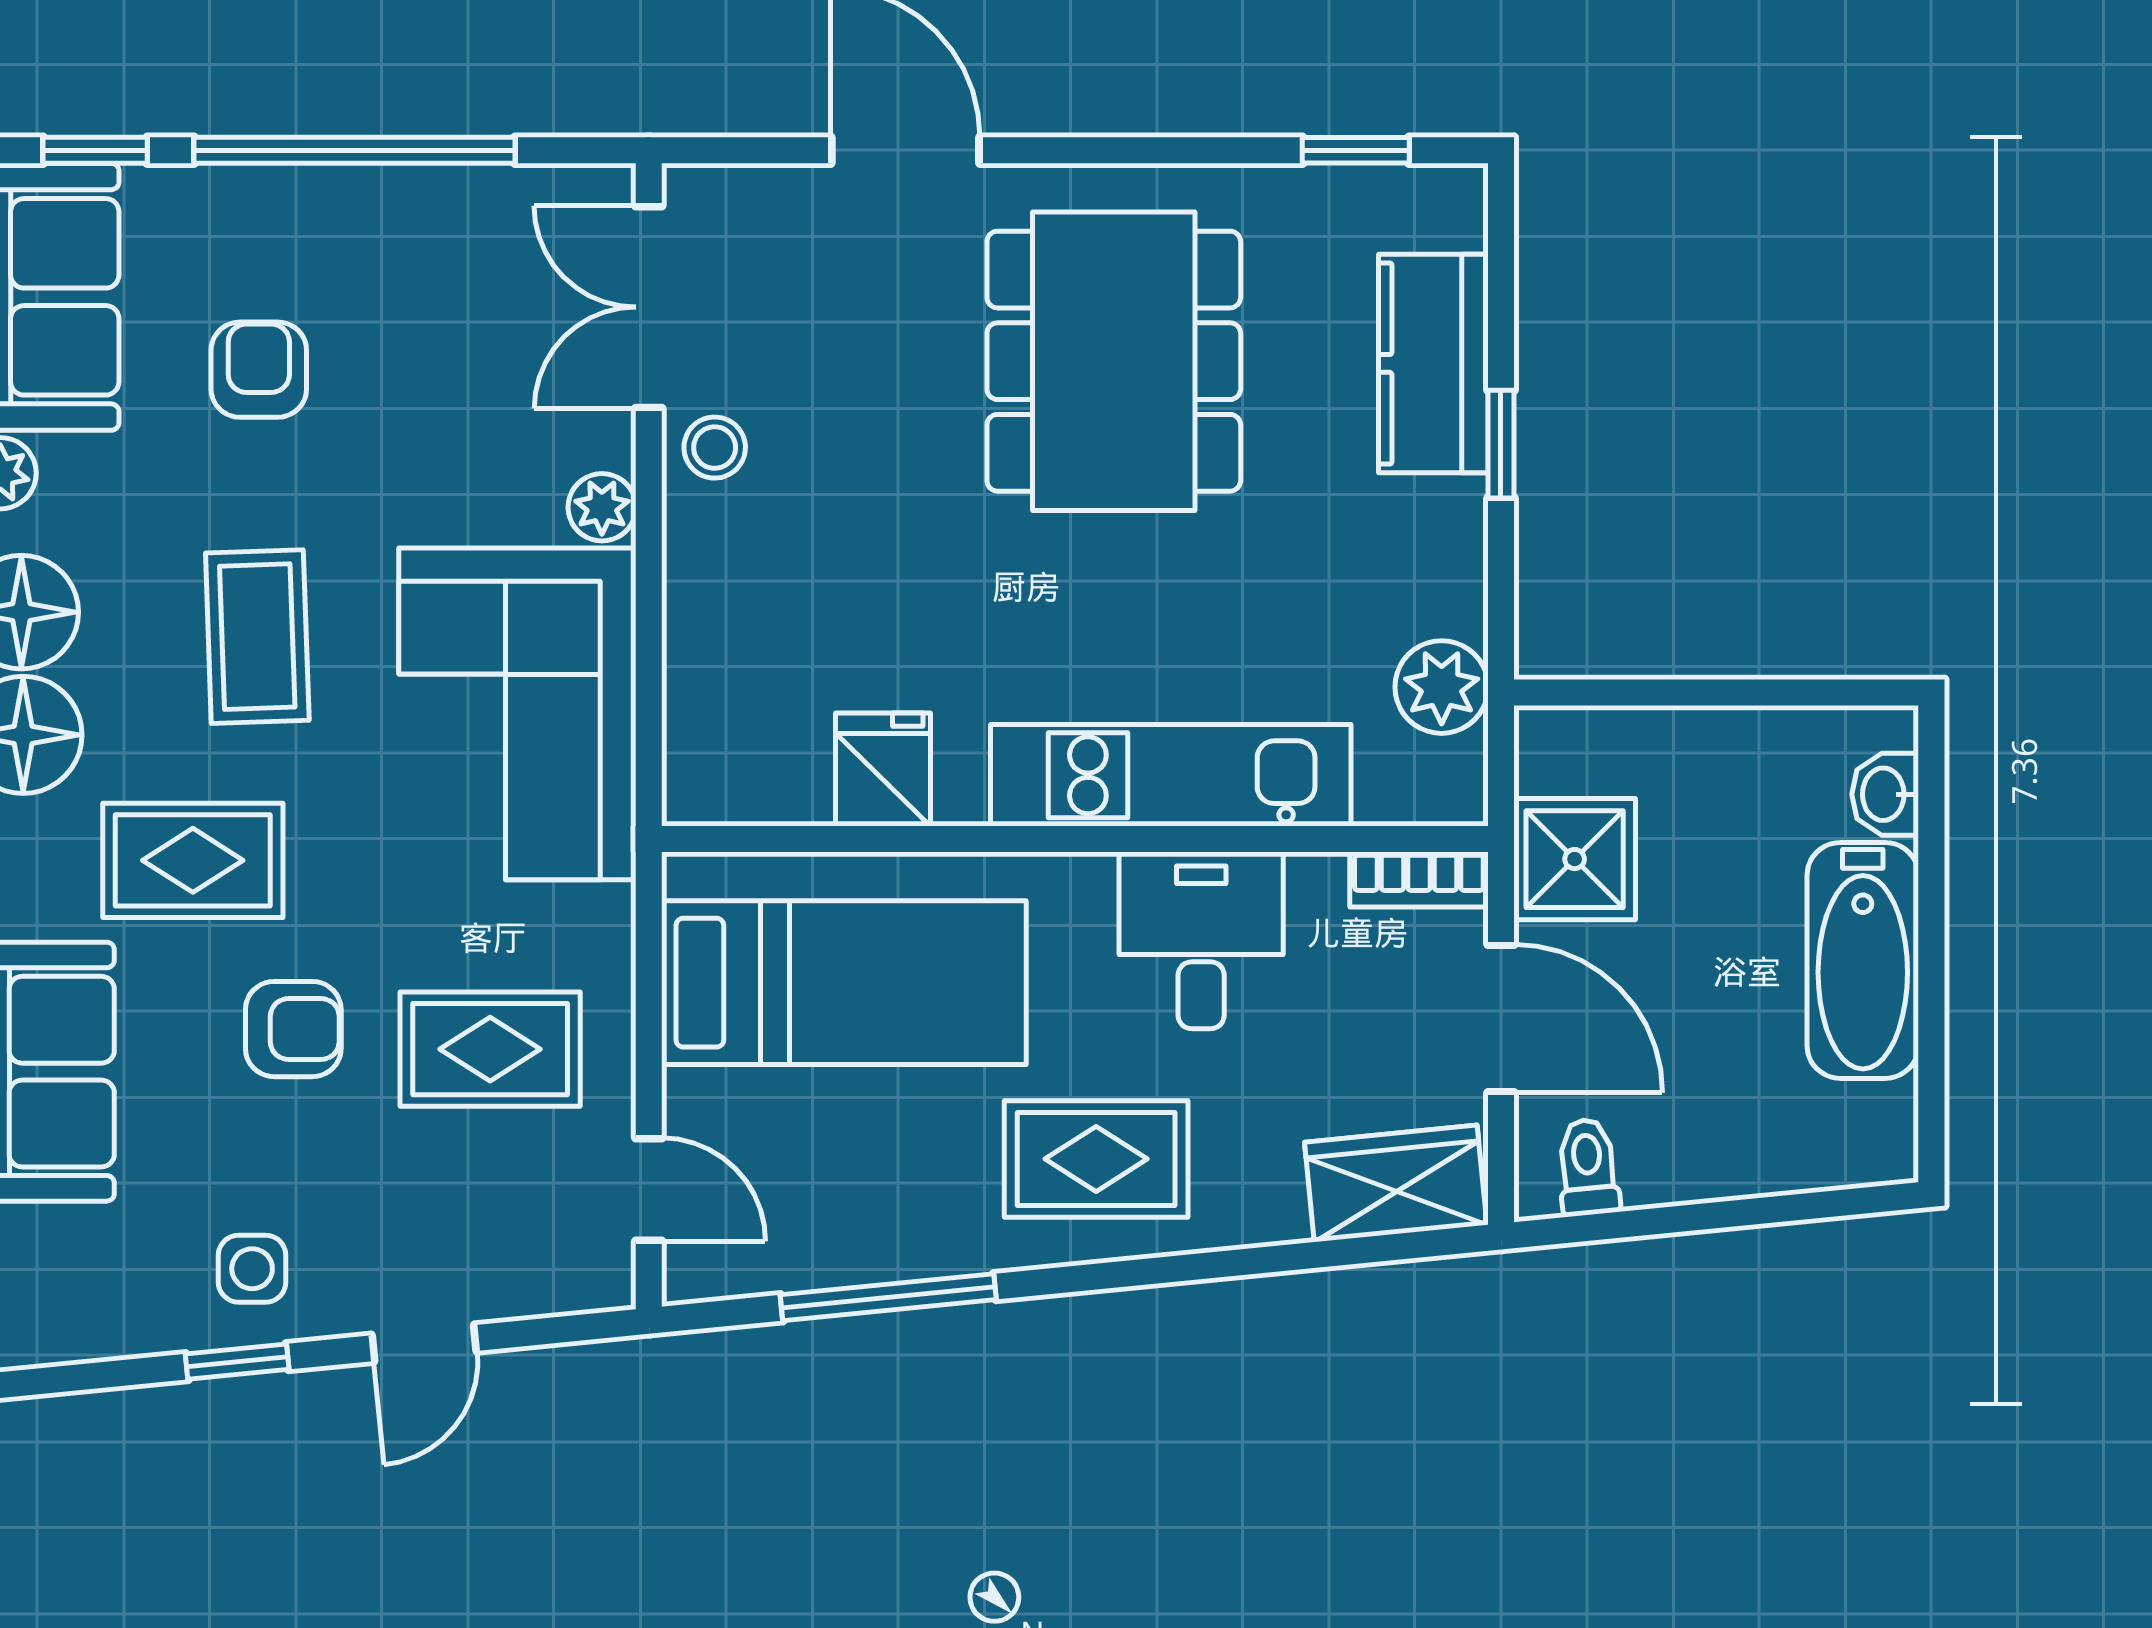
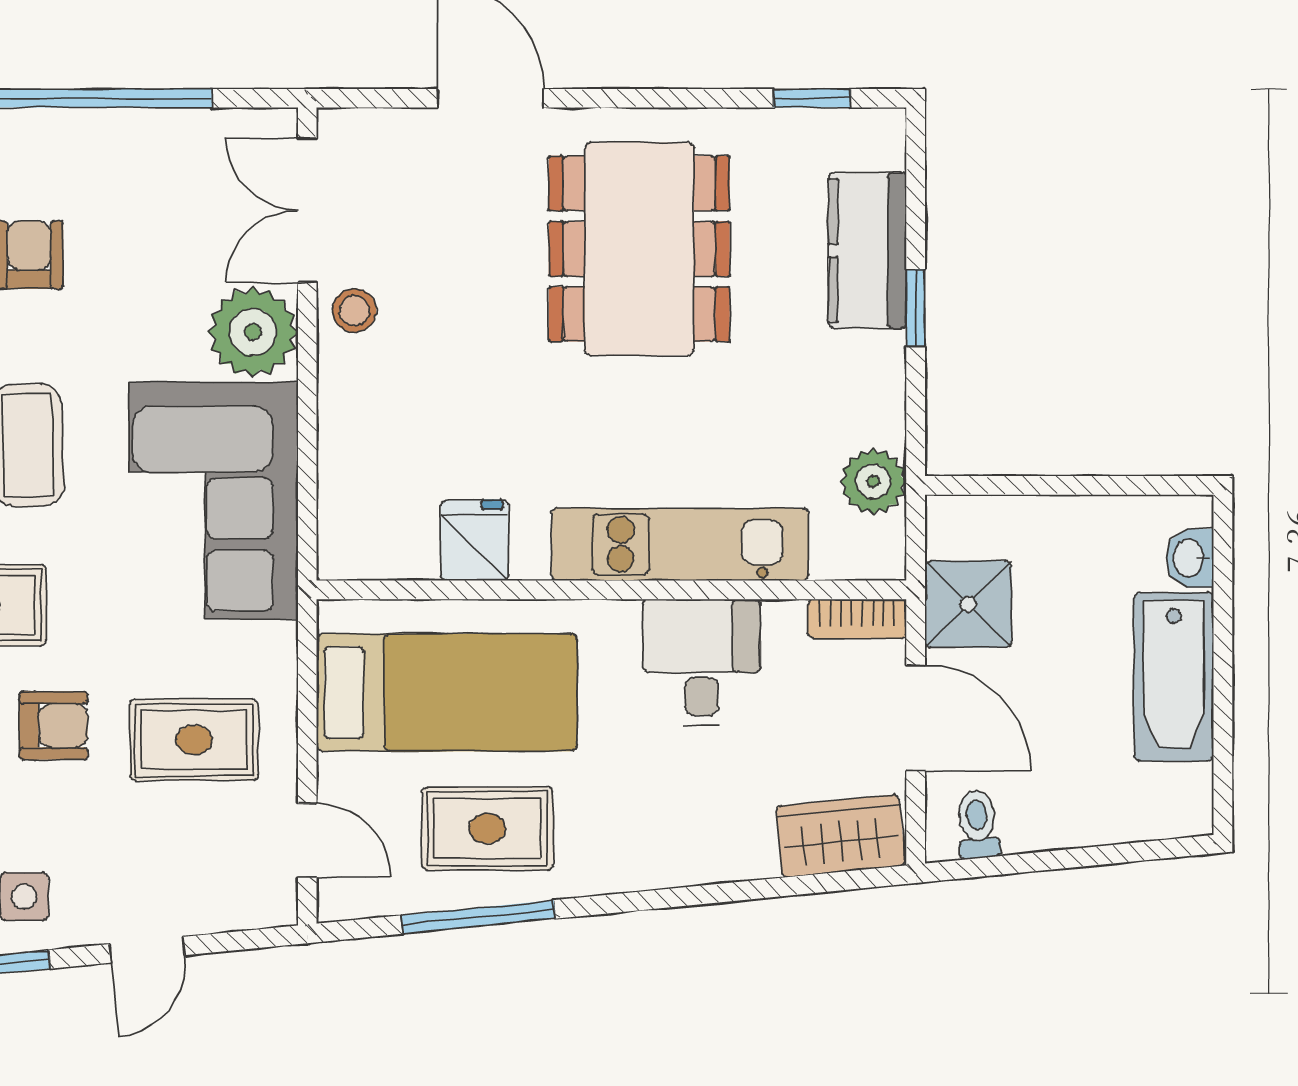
plant: (602, 507) -> (253, 332), width x1.87, depth x1.87
rug: (1096, 1159) -> (487, 829), moved

